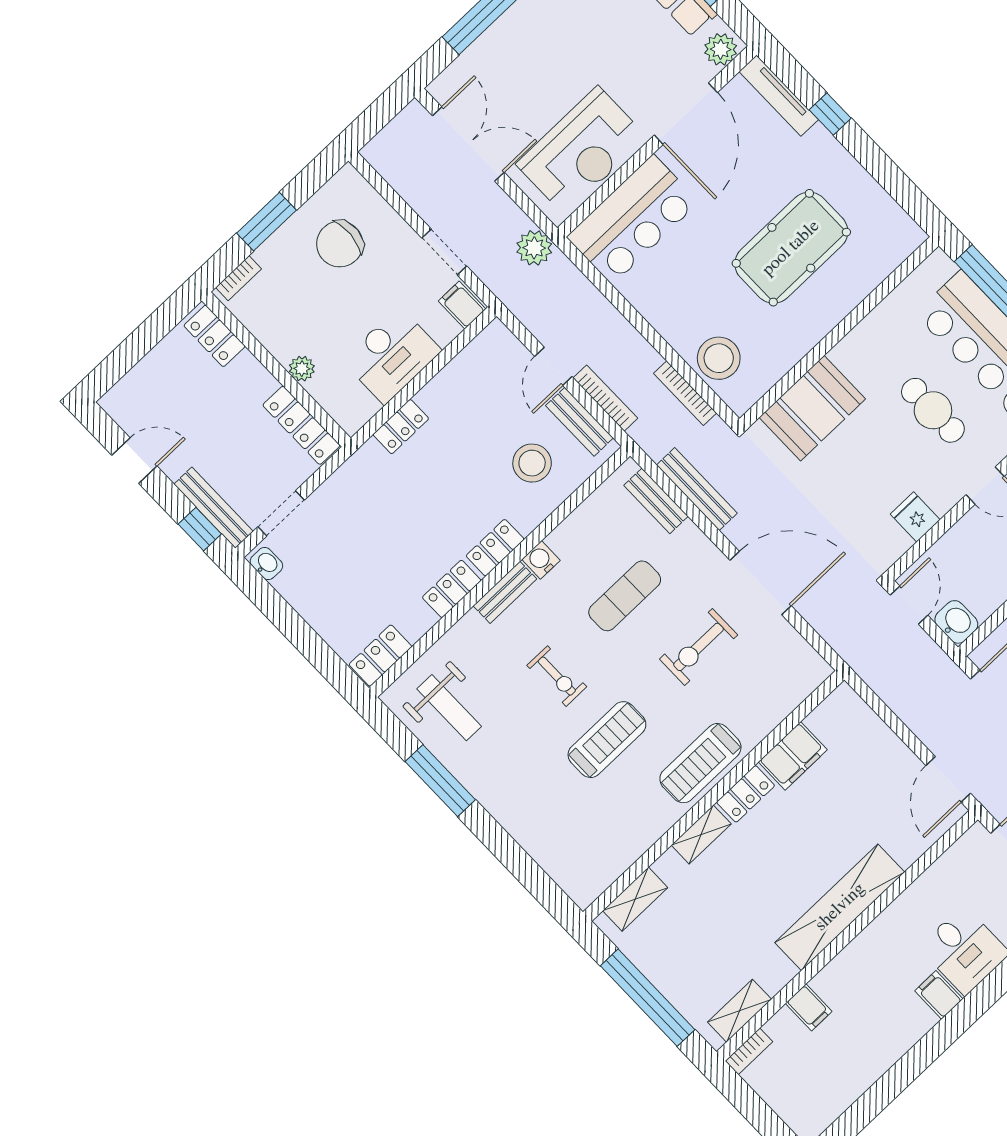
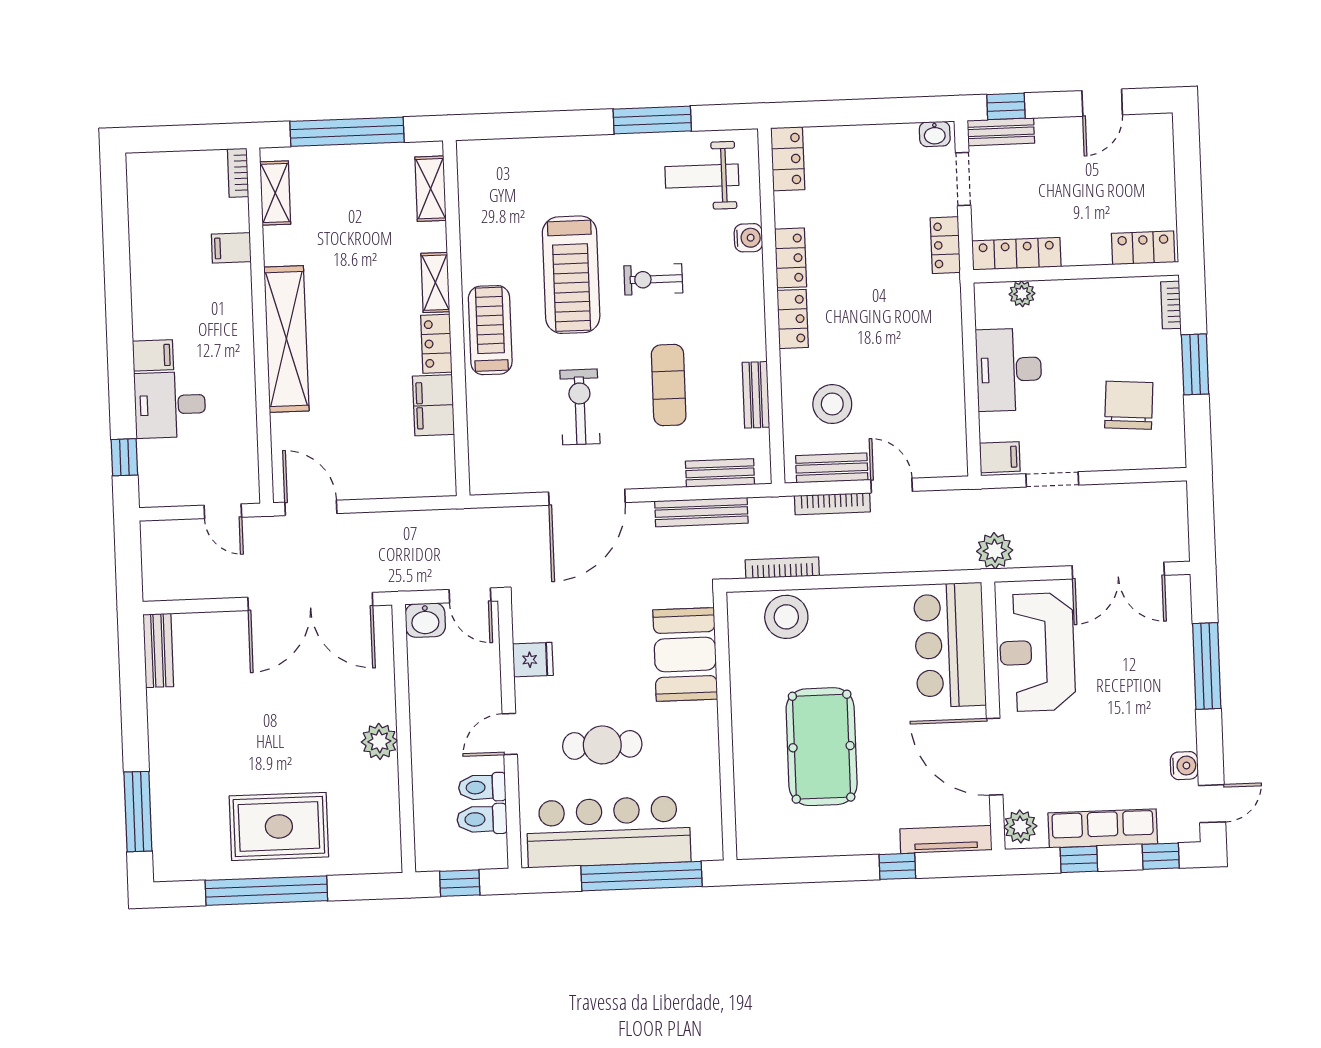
plant: (302, 369) -> (1022, 294), moved
locker: (401, 427) -> (945, 245), moved
bench: (214, 508) -> (1001, 132), width x0.73
water cooler: (541, 560) -> (748, 238), moved
bench: (505, 592) -> (756, 395), moved
treadmill: (607, 740) -> (571, 275), width x1.37, depth x1.38

